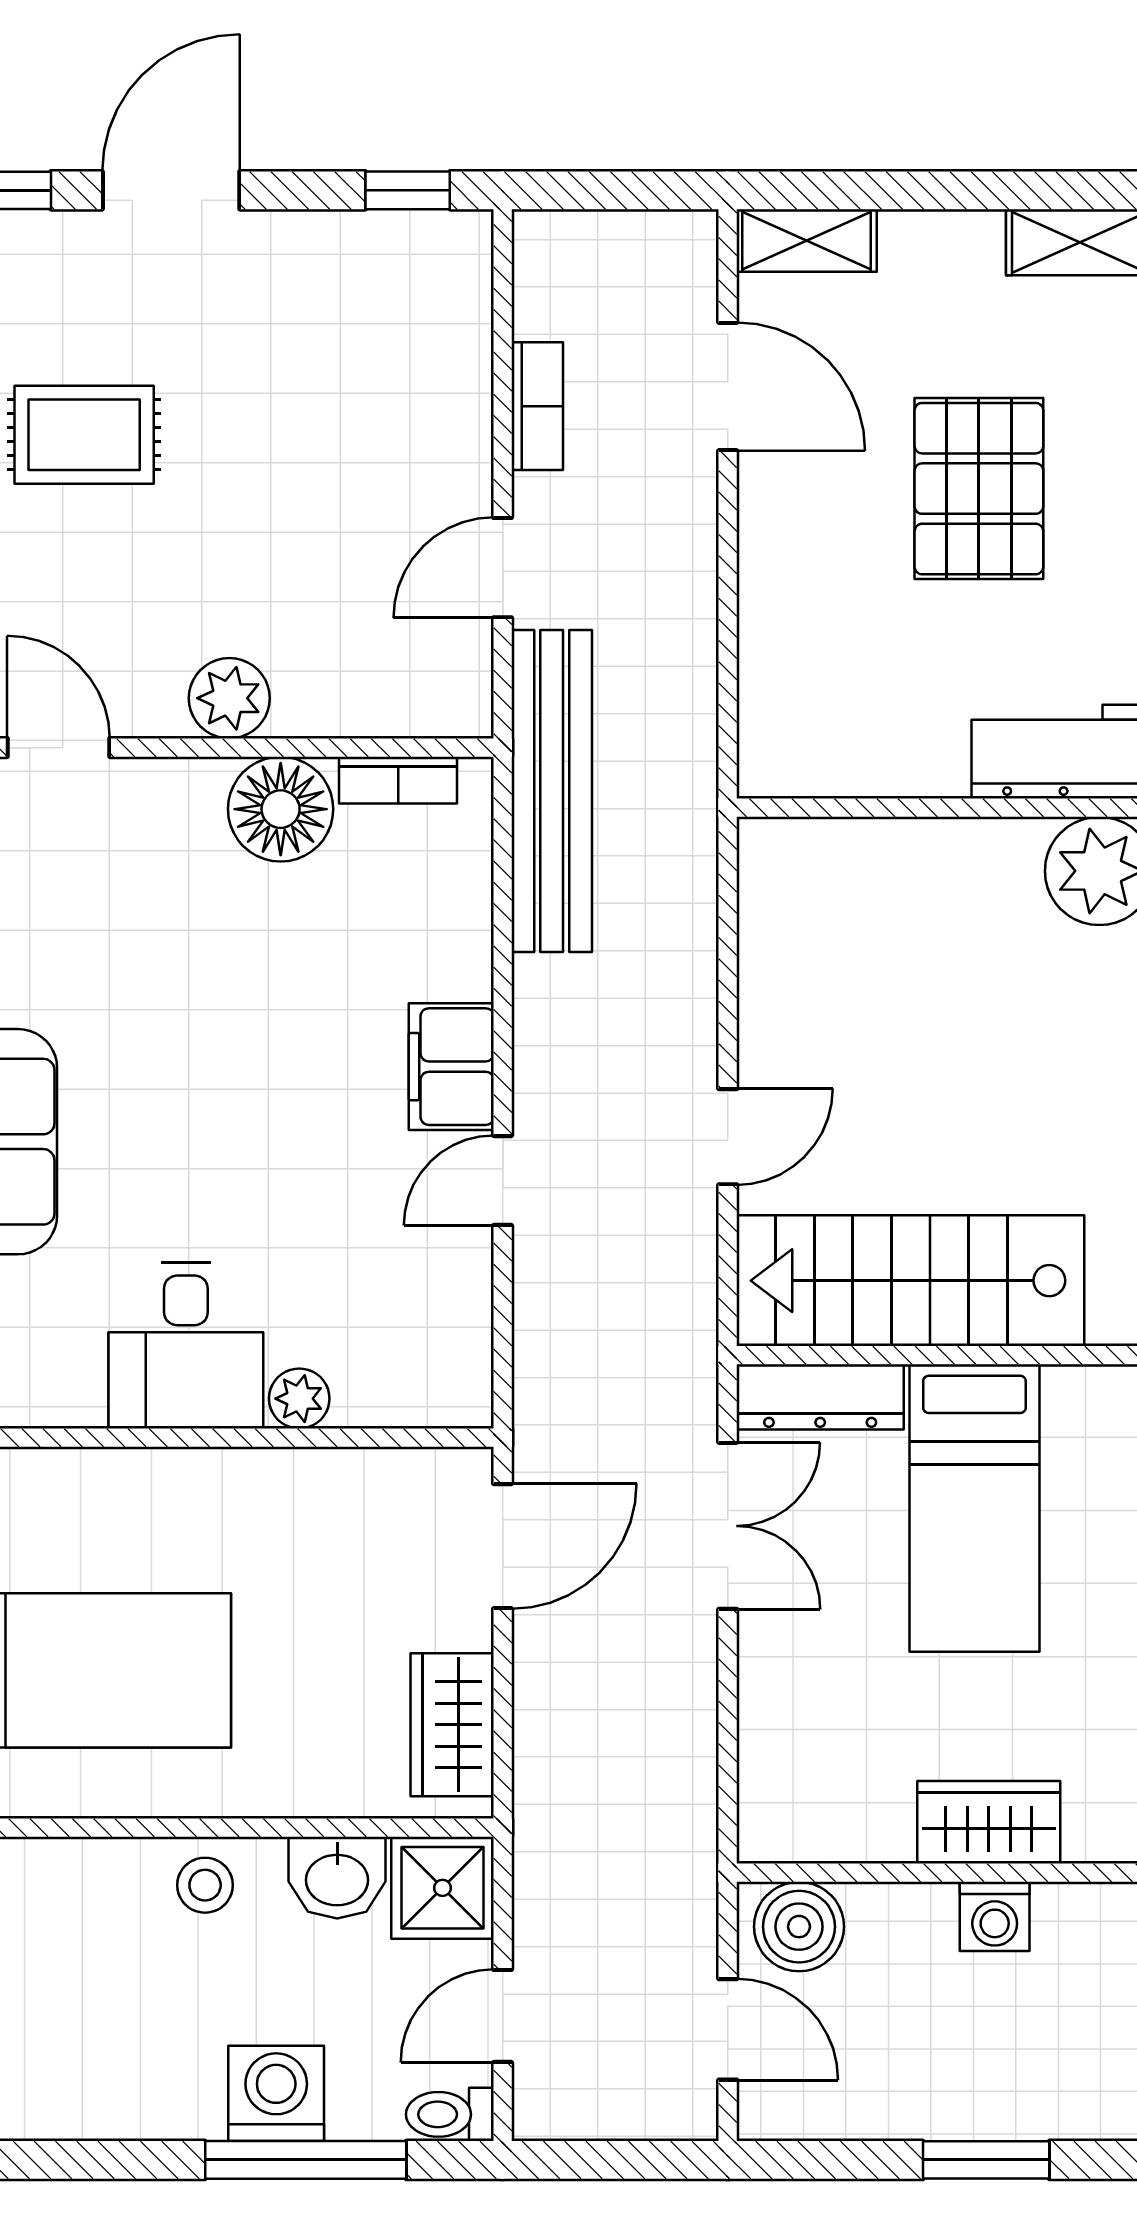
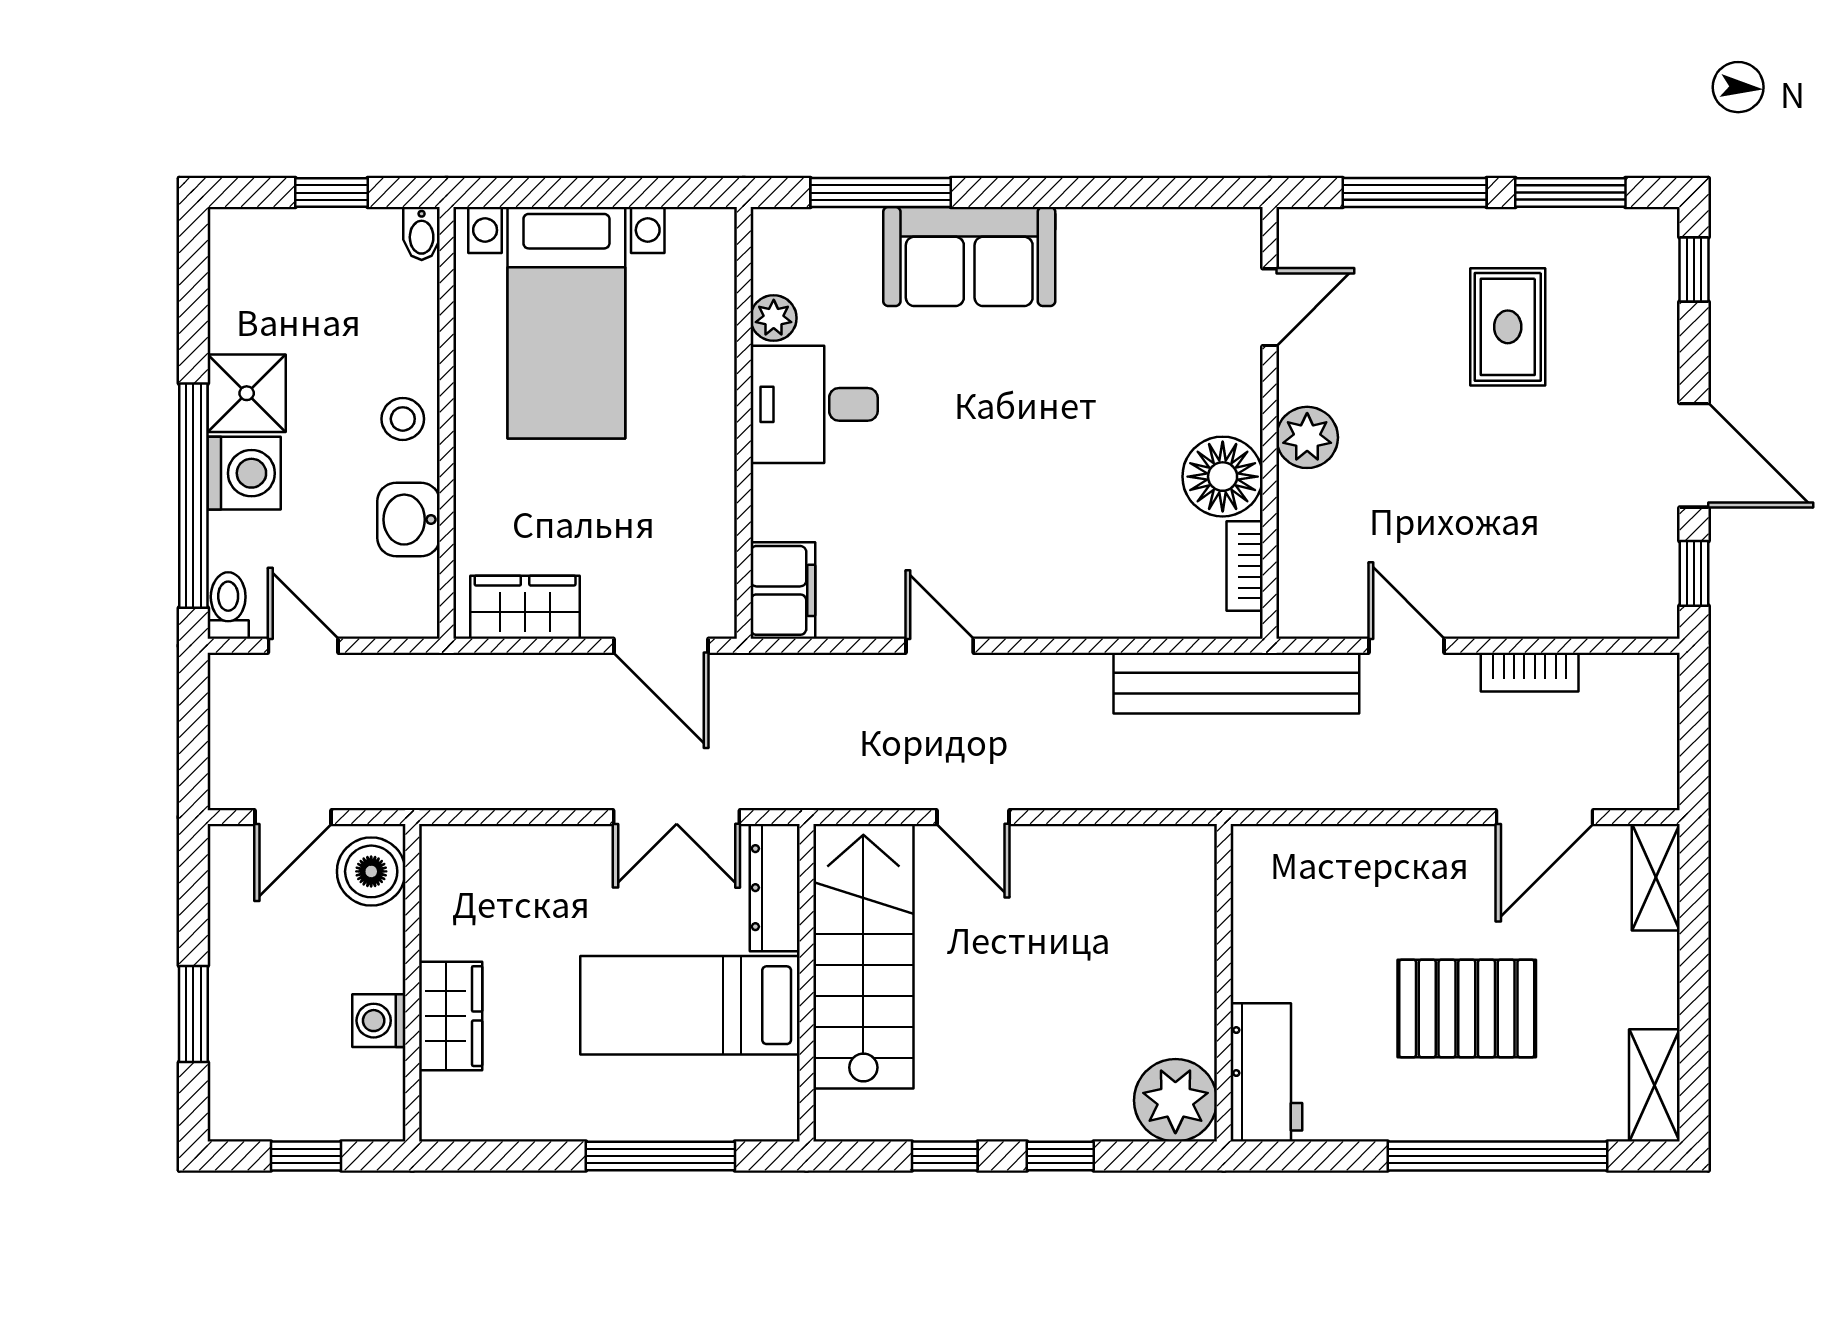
door: (171, 190) -> (1694, 455), moved
filing cabinet: (451, 1067) -> (783, 590), moved, turned 90
plant: (299, 1399) -> (774, 318), moved
shower: (442, 1888) -> (247, 393), moved
window: (306, 2160) -> (193, 496), width x1.46

